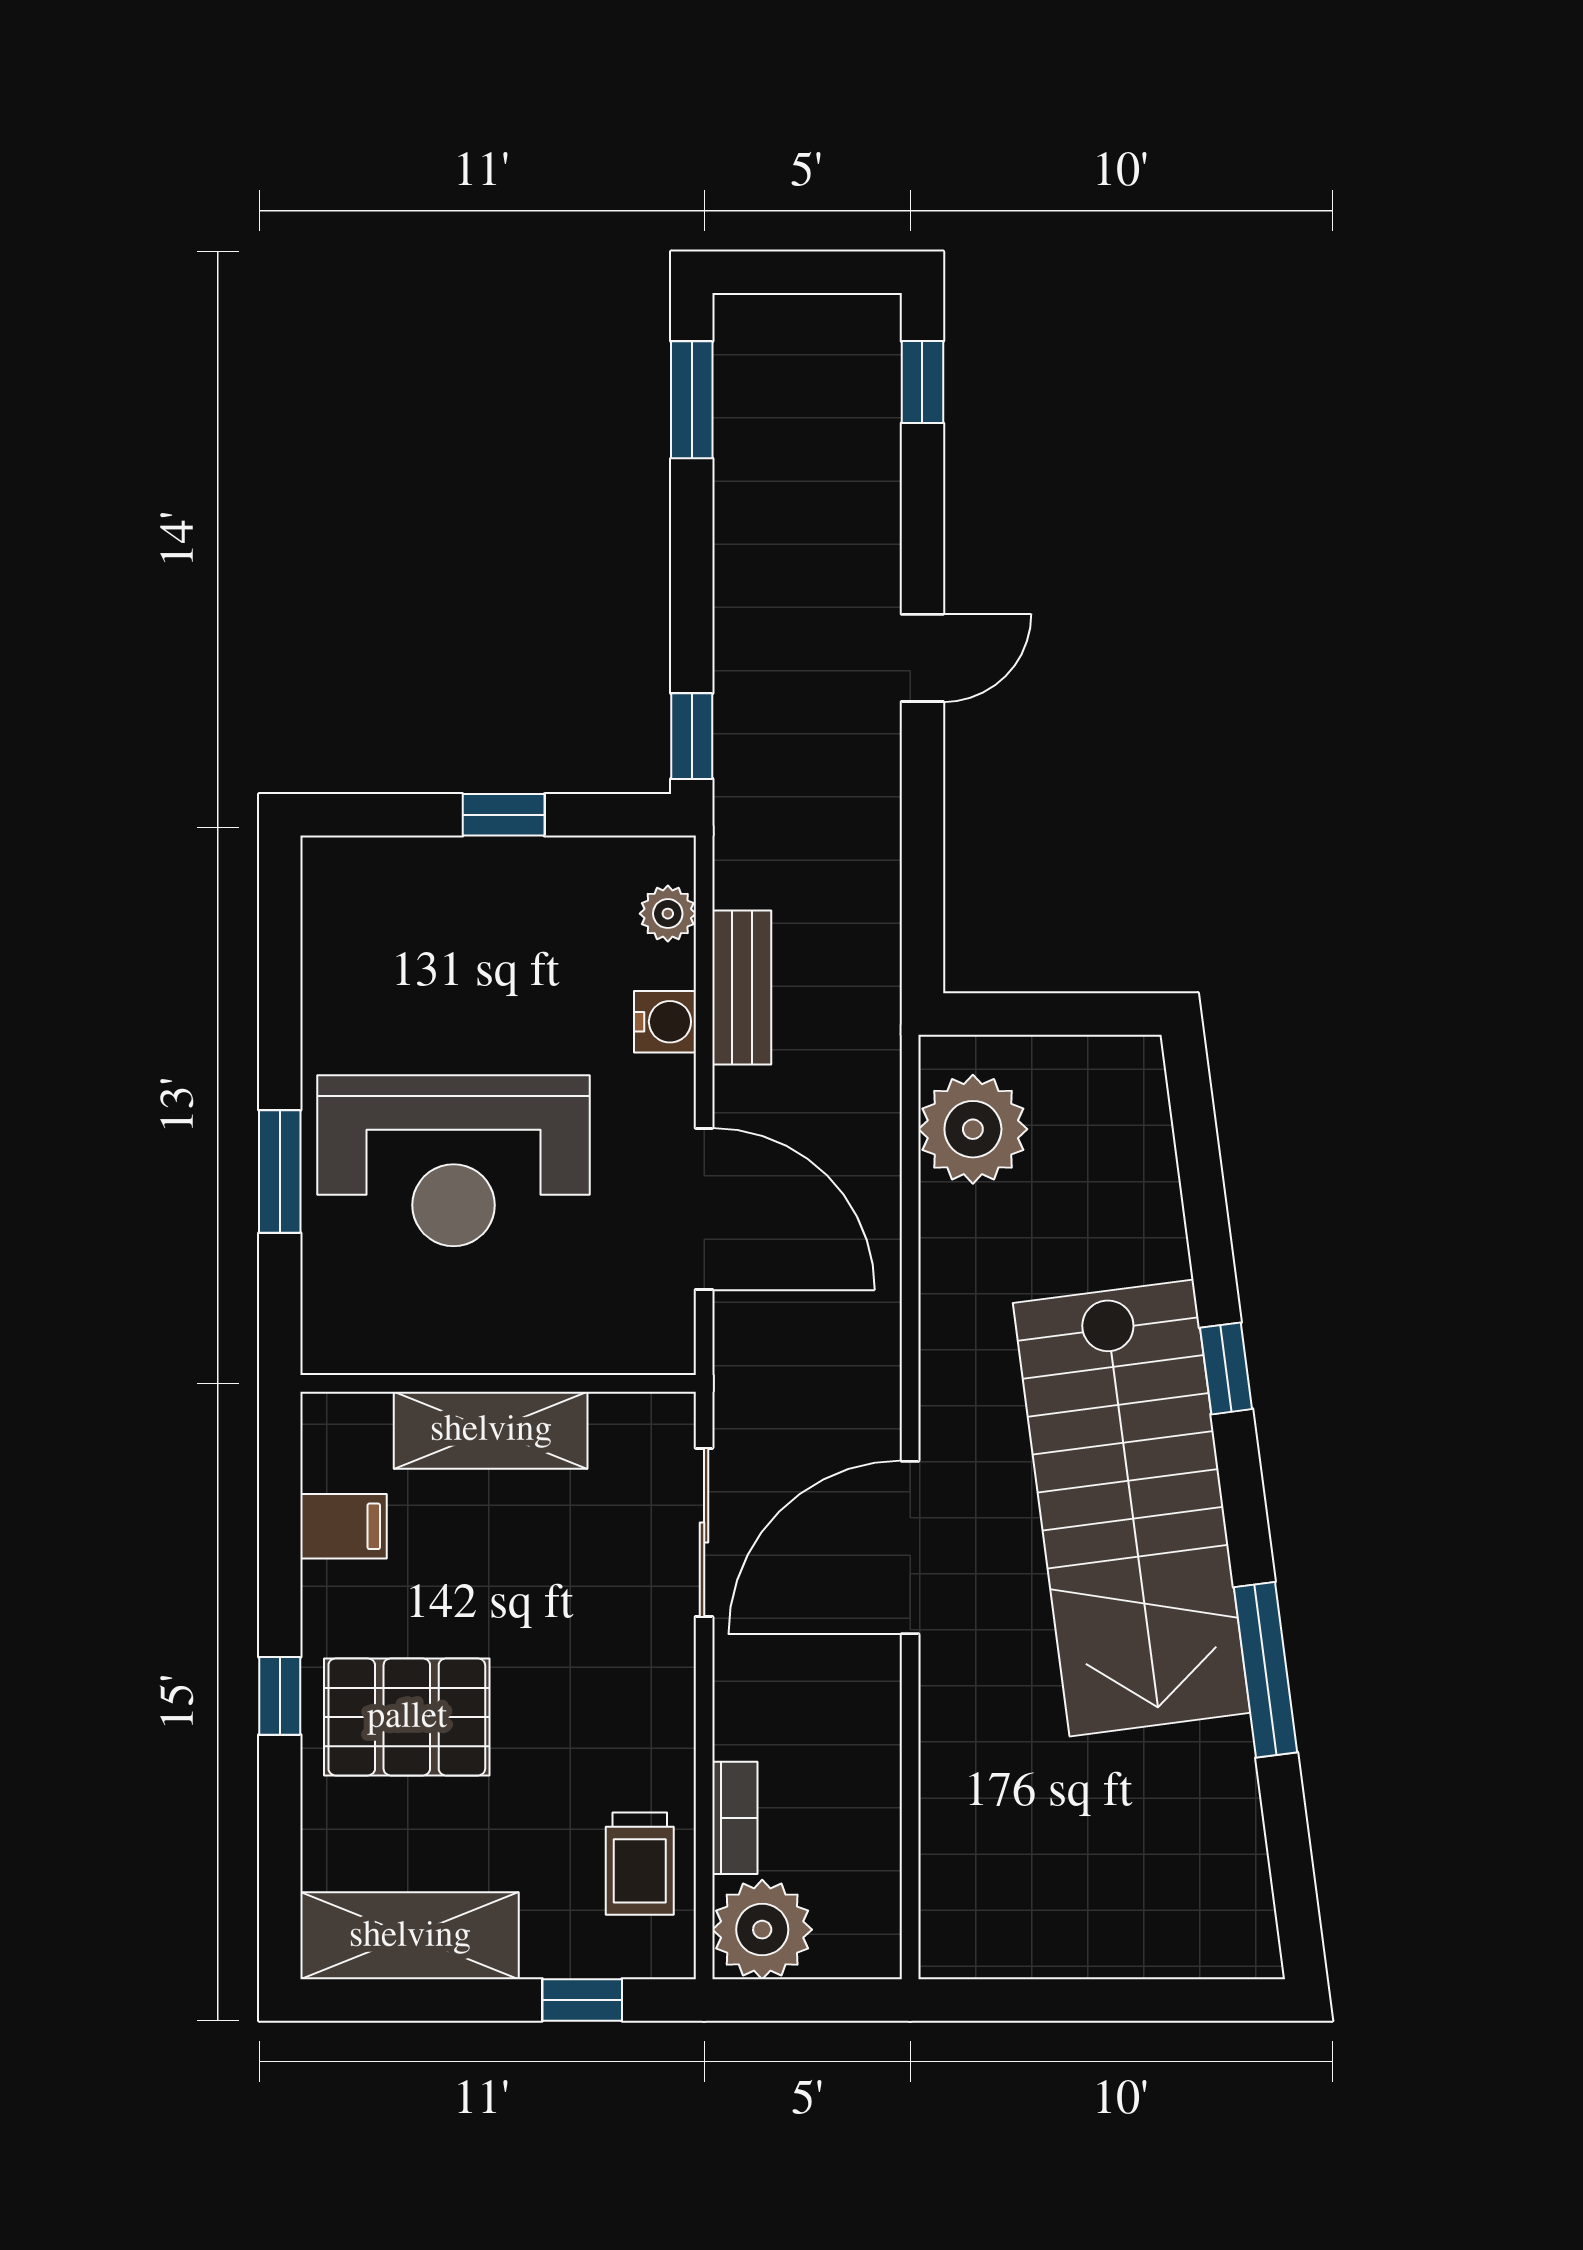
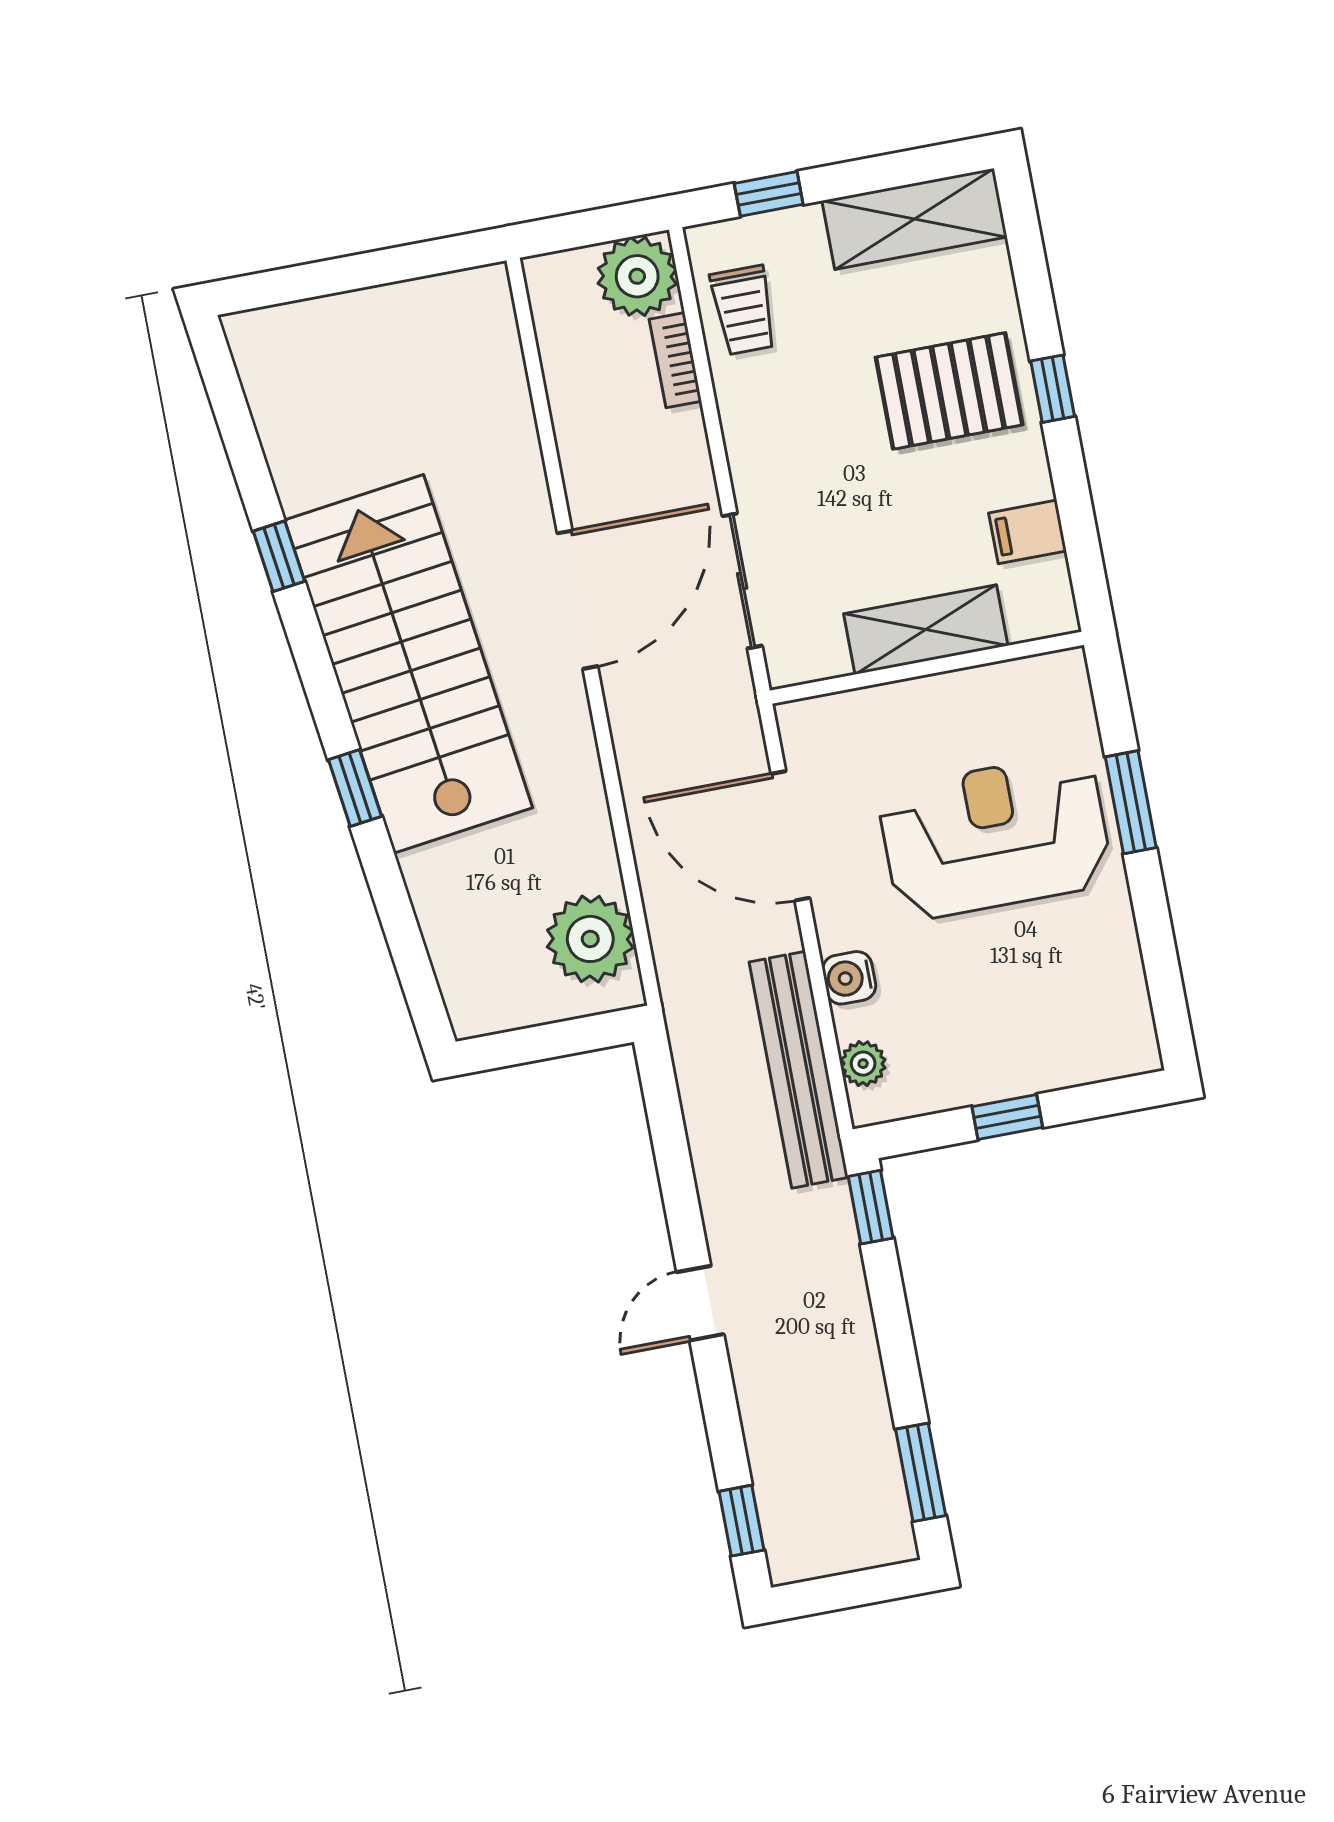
bench: (742, 988) -> (799, 1070), width x1.86, depth x1.21
window: (1266, 1670) -> (279, 556), width x0.46
trolley: (640, 1864) -> (744, 310), turned 180

